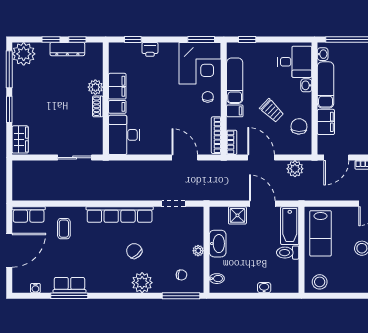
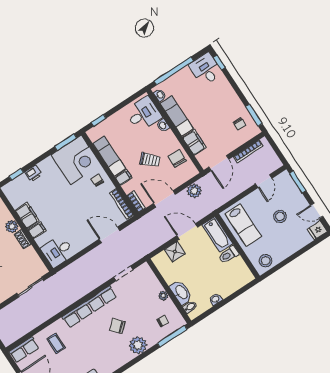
desk: (124, 135) -> (58, 251), width x0.73
washbasin: (218, 244) -> (181, 292), moved
washbasin: (264, 288) -> (215, 299), moved

